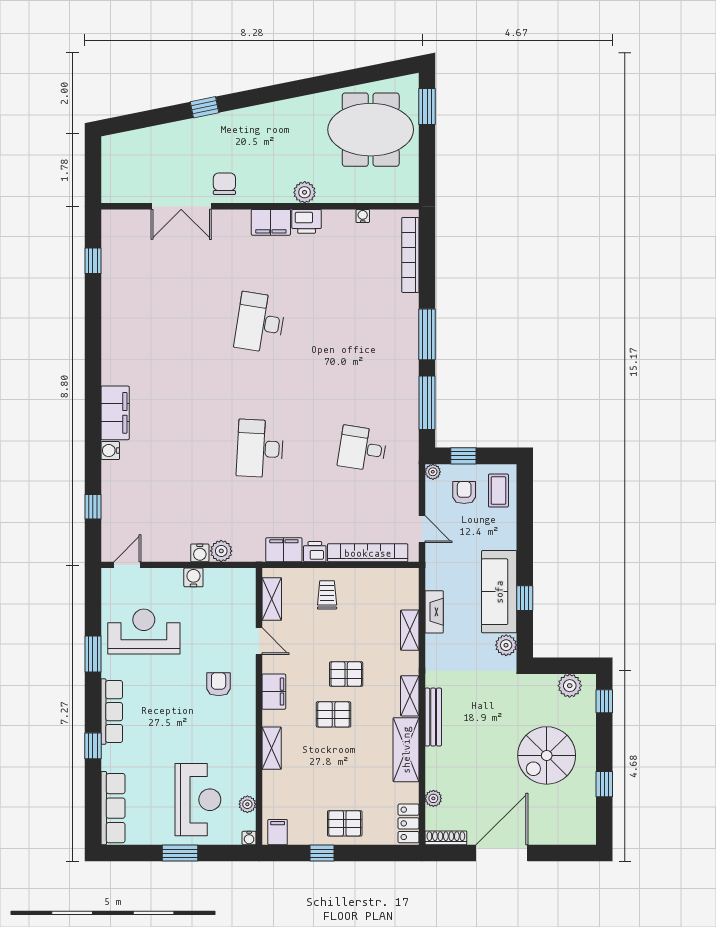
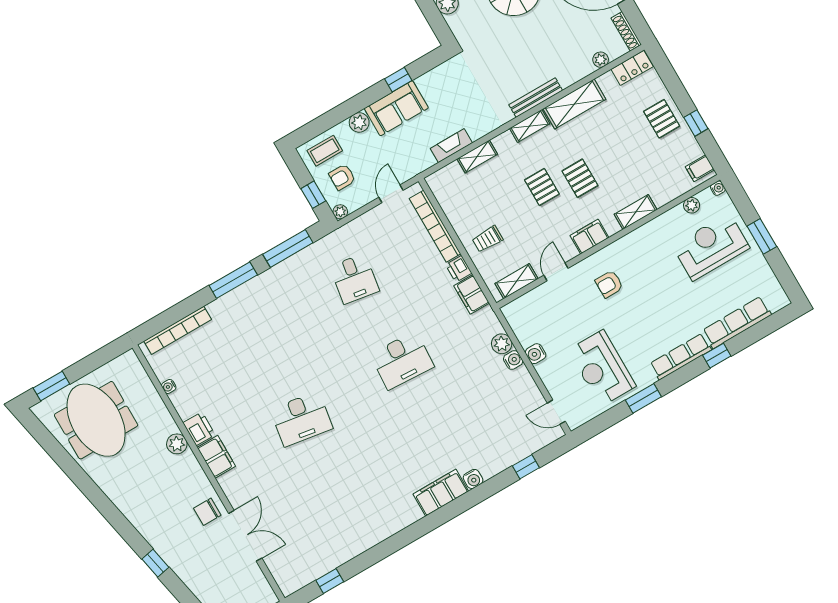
sofa: (499, 592) -> (396, 108), width x0.73
plant: (506, 645) -> (359, 122), moved
row of seats: (113, 808) -> (737, 322), moved

